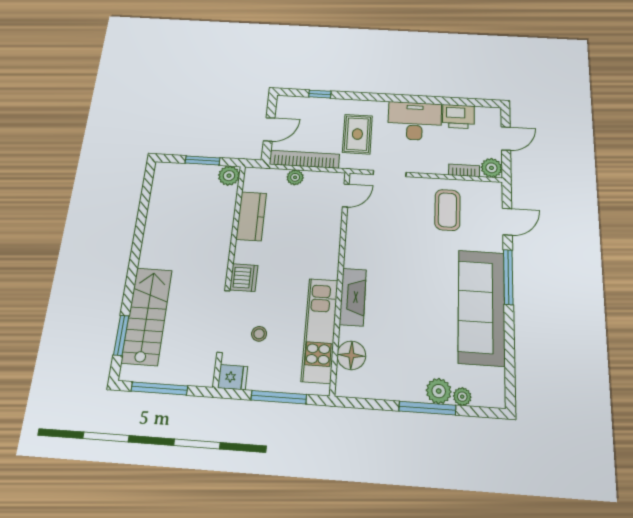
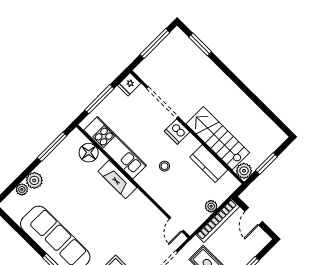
stairs: (147, 316) -> (218, 138), moved, turned 180
stool: (259, 334) -> (165, 166), moved
window: (427, 408) -> (52, 147), moved

